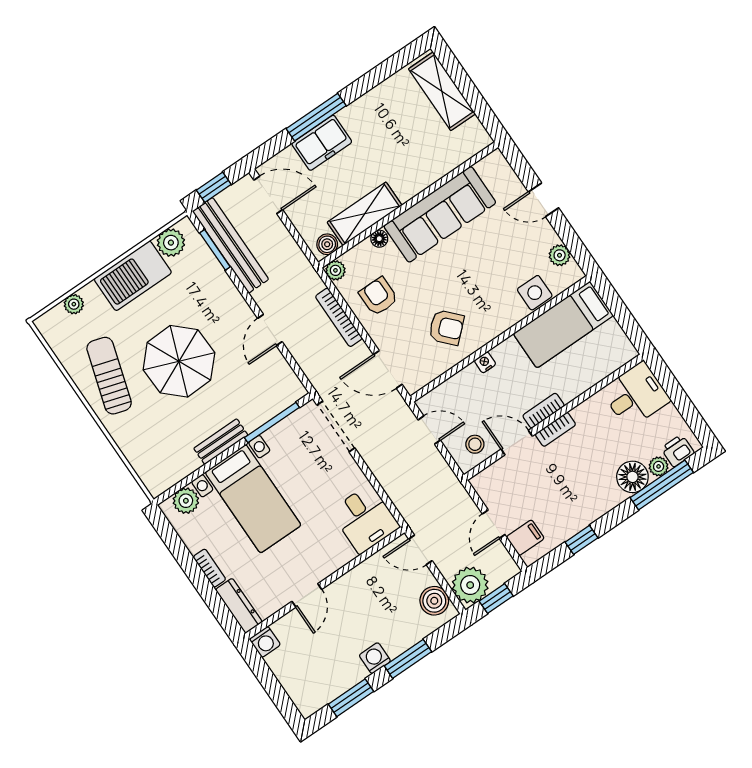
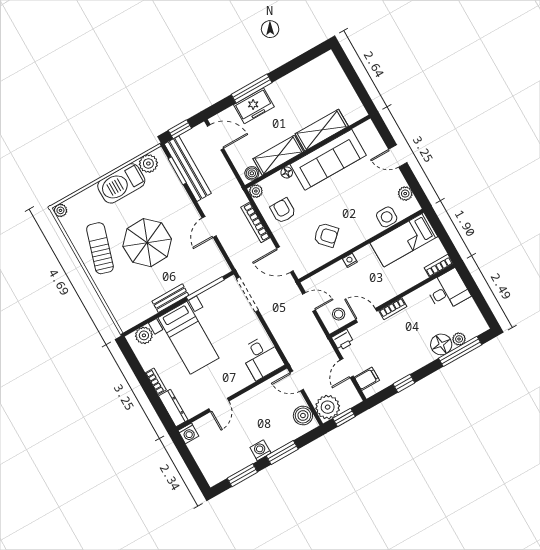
shelving: (442, 91) -> (322, 130), moved, turned 90
plant: (74, 304) -> (60, 210), moved
bookcase: (544, 411) -> (439, 266), moved
printer: (678, 451) -> (343, 340), moved, turned 180

